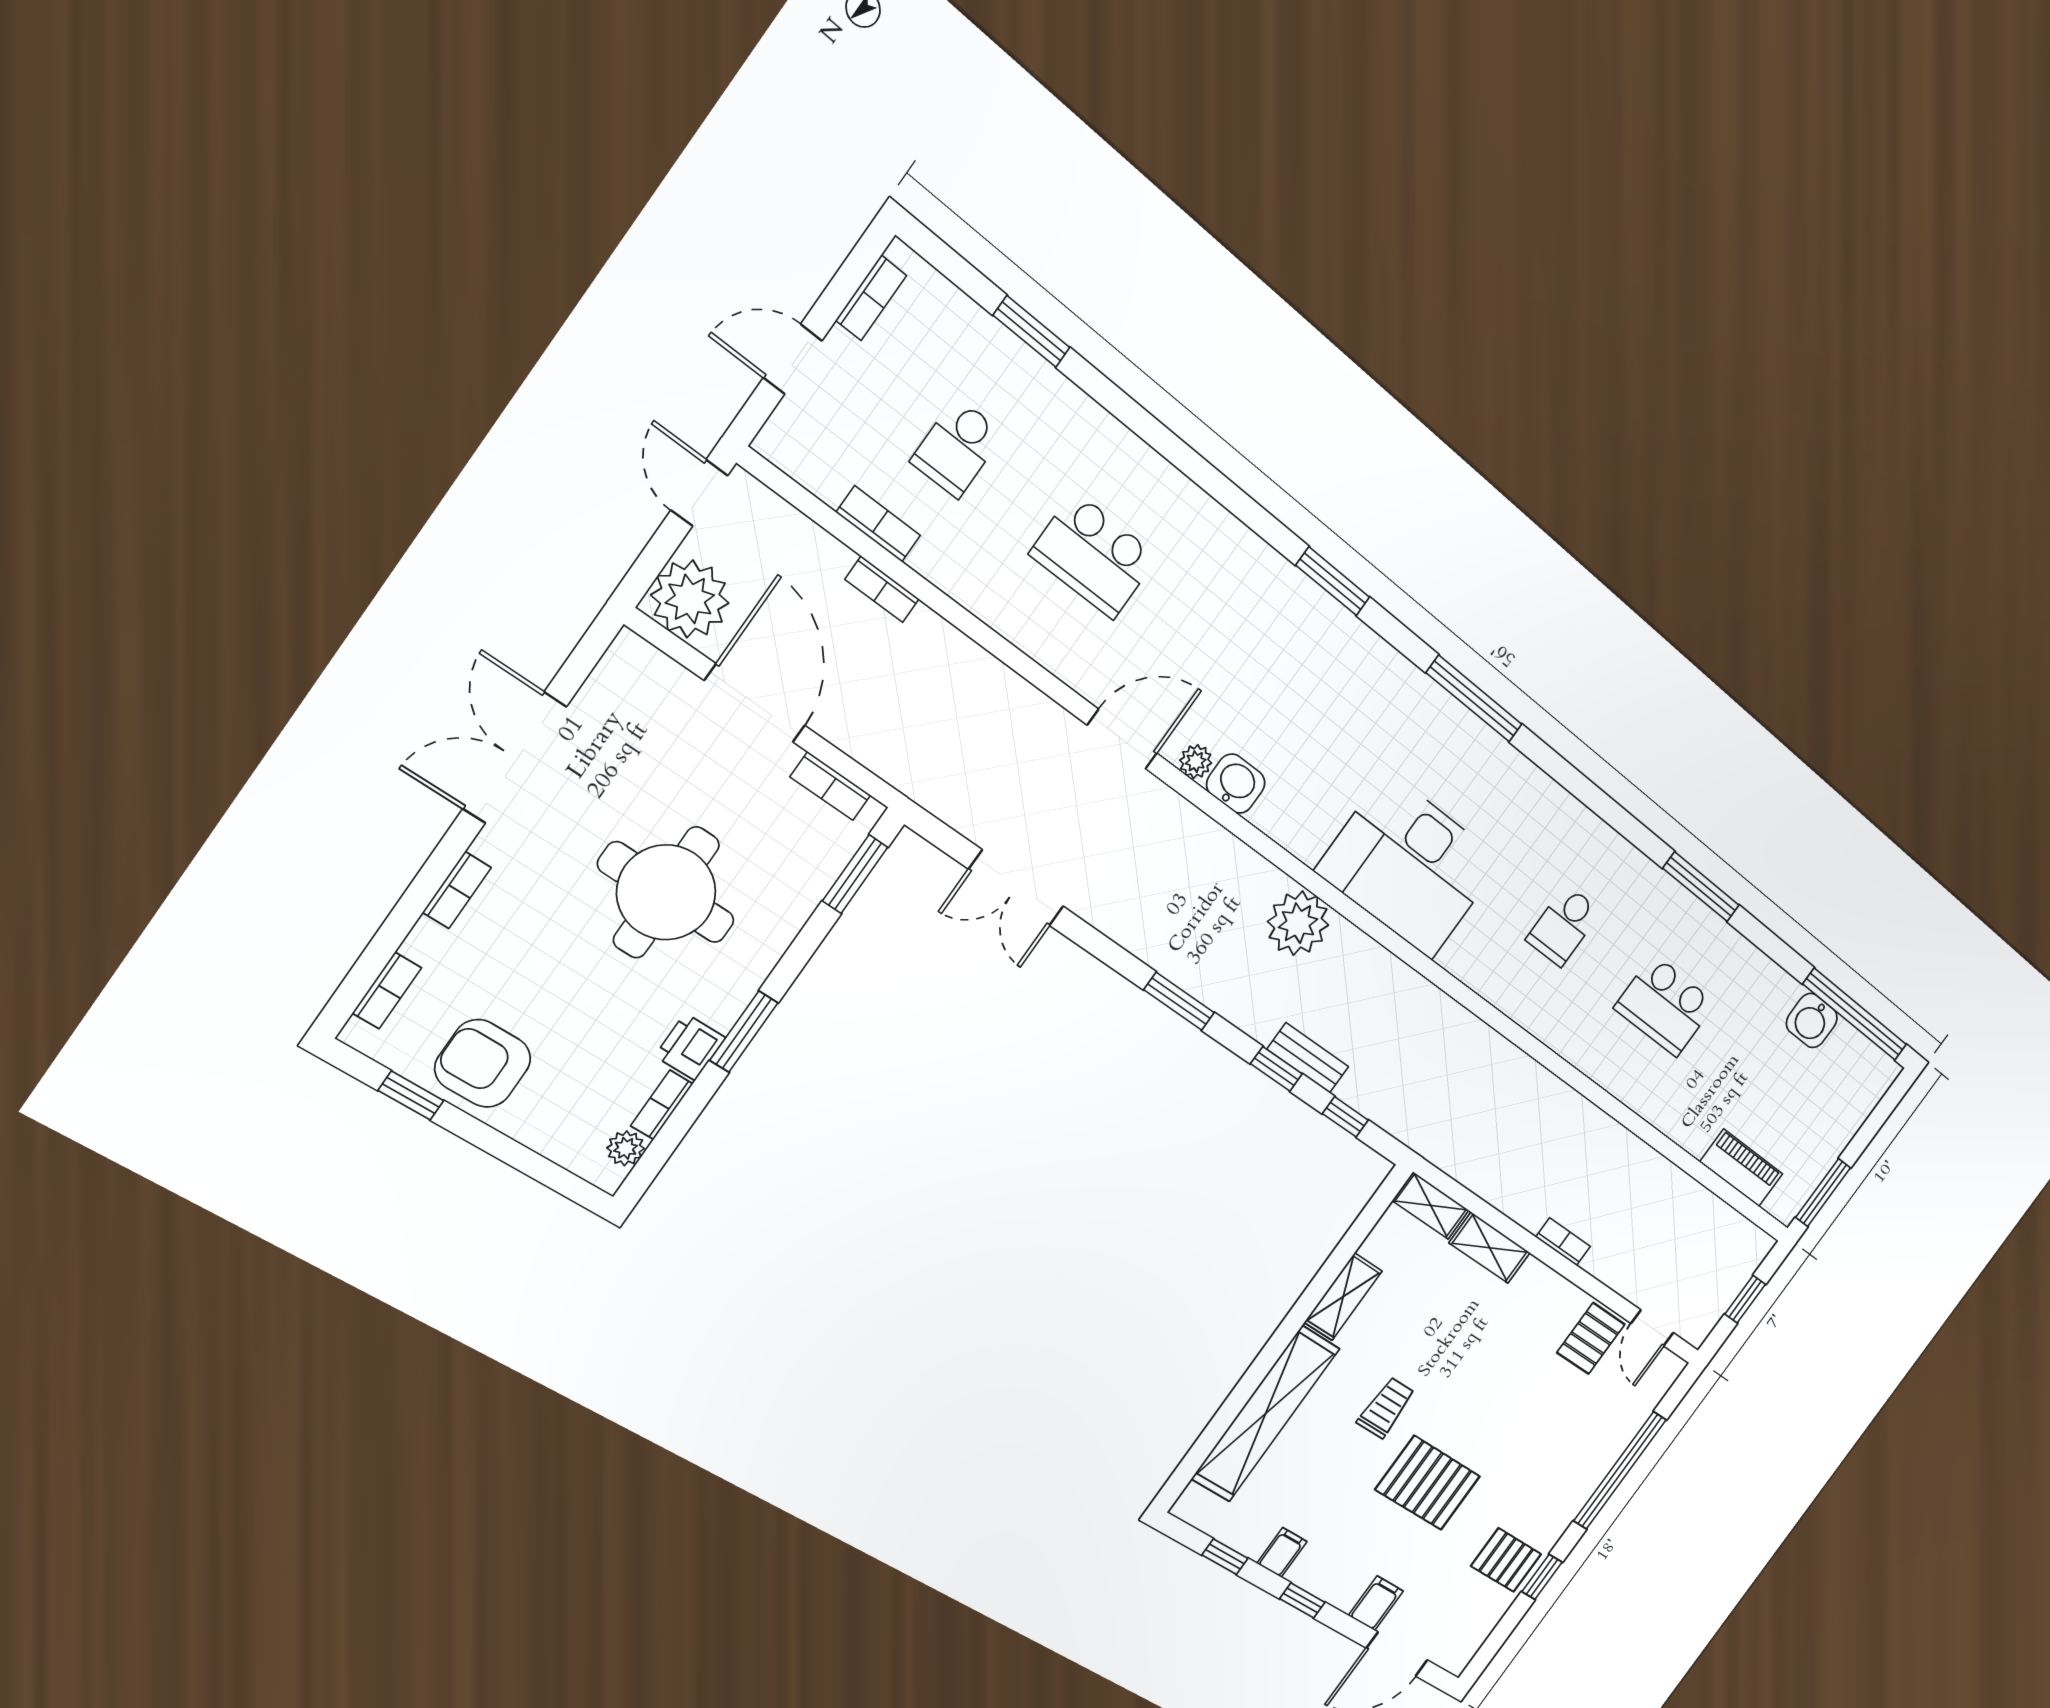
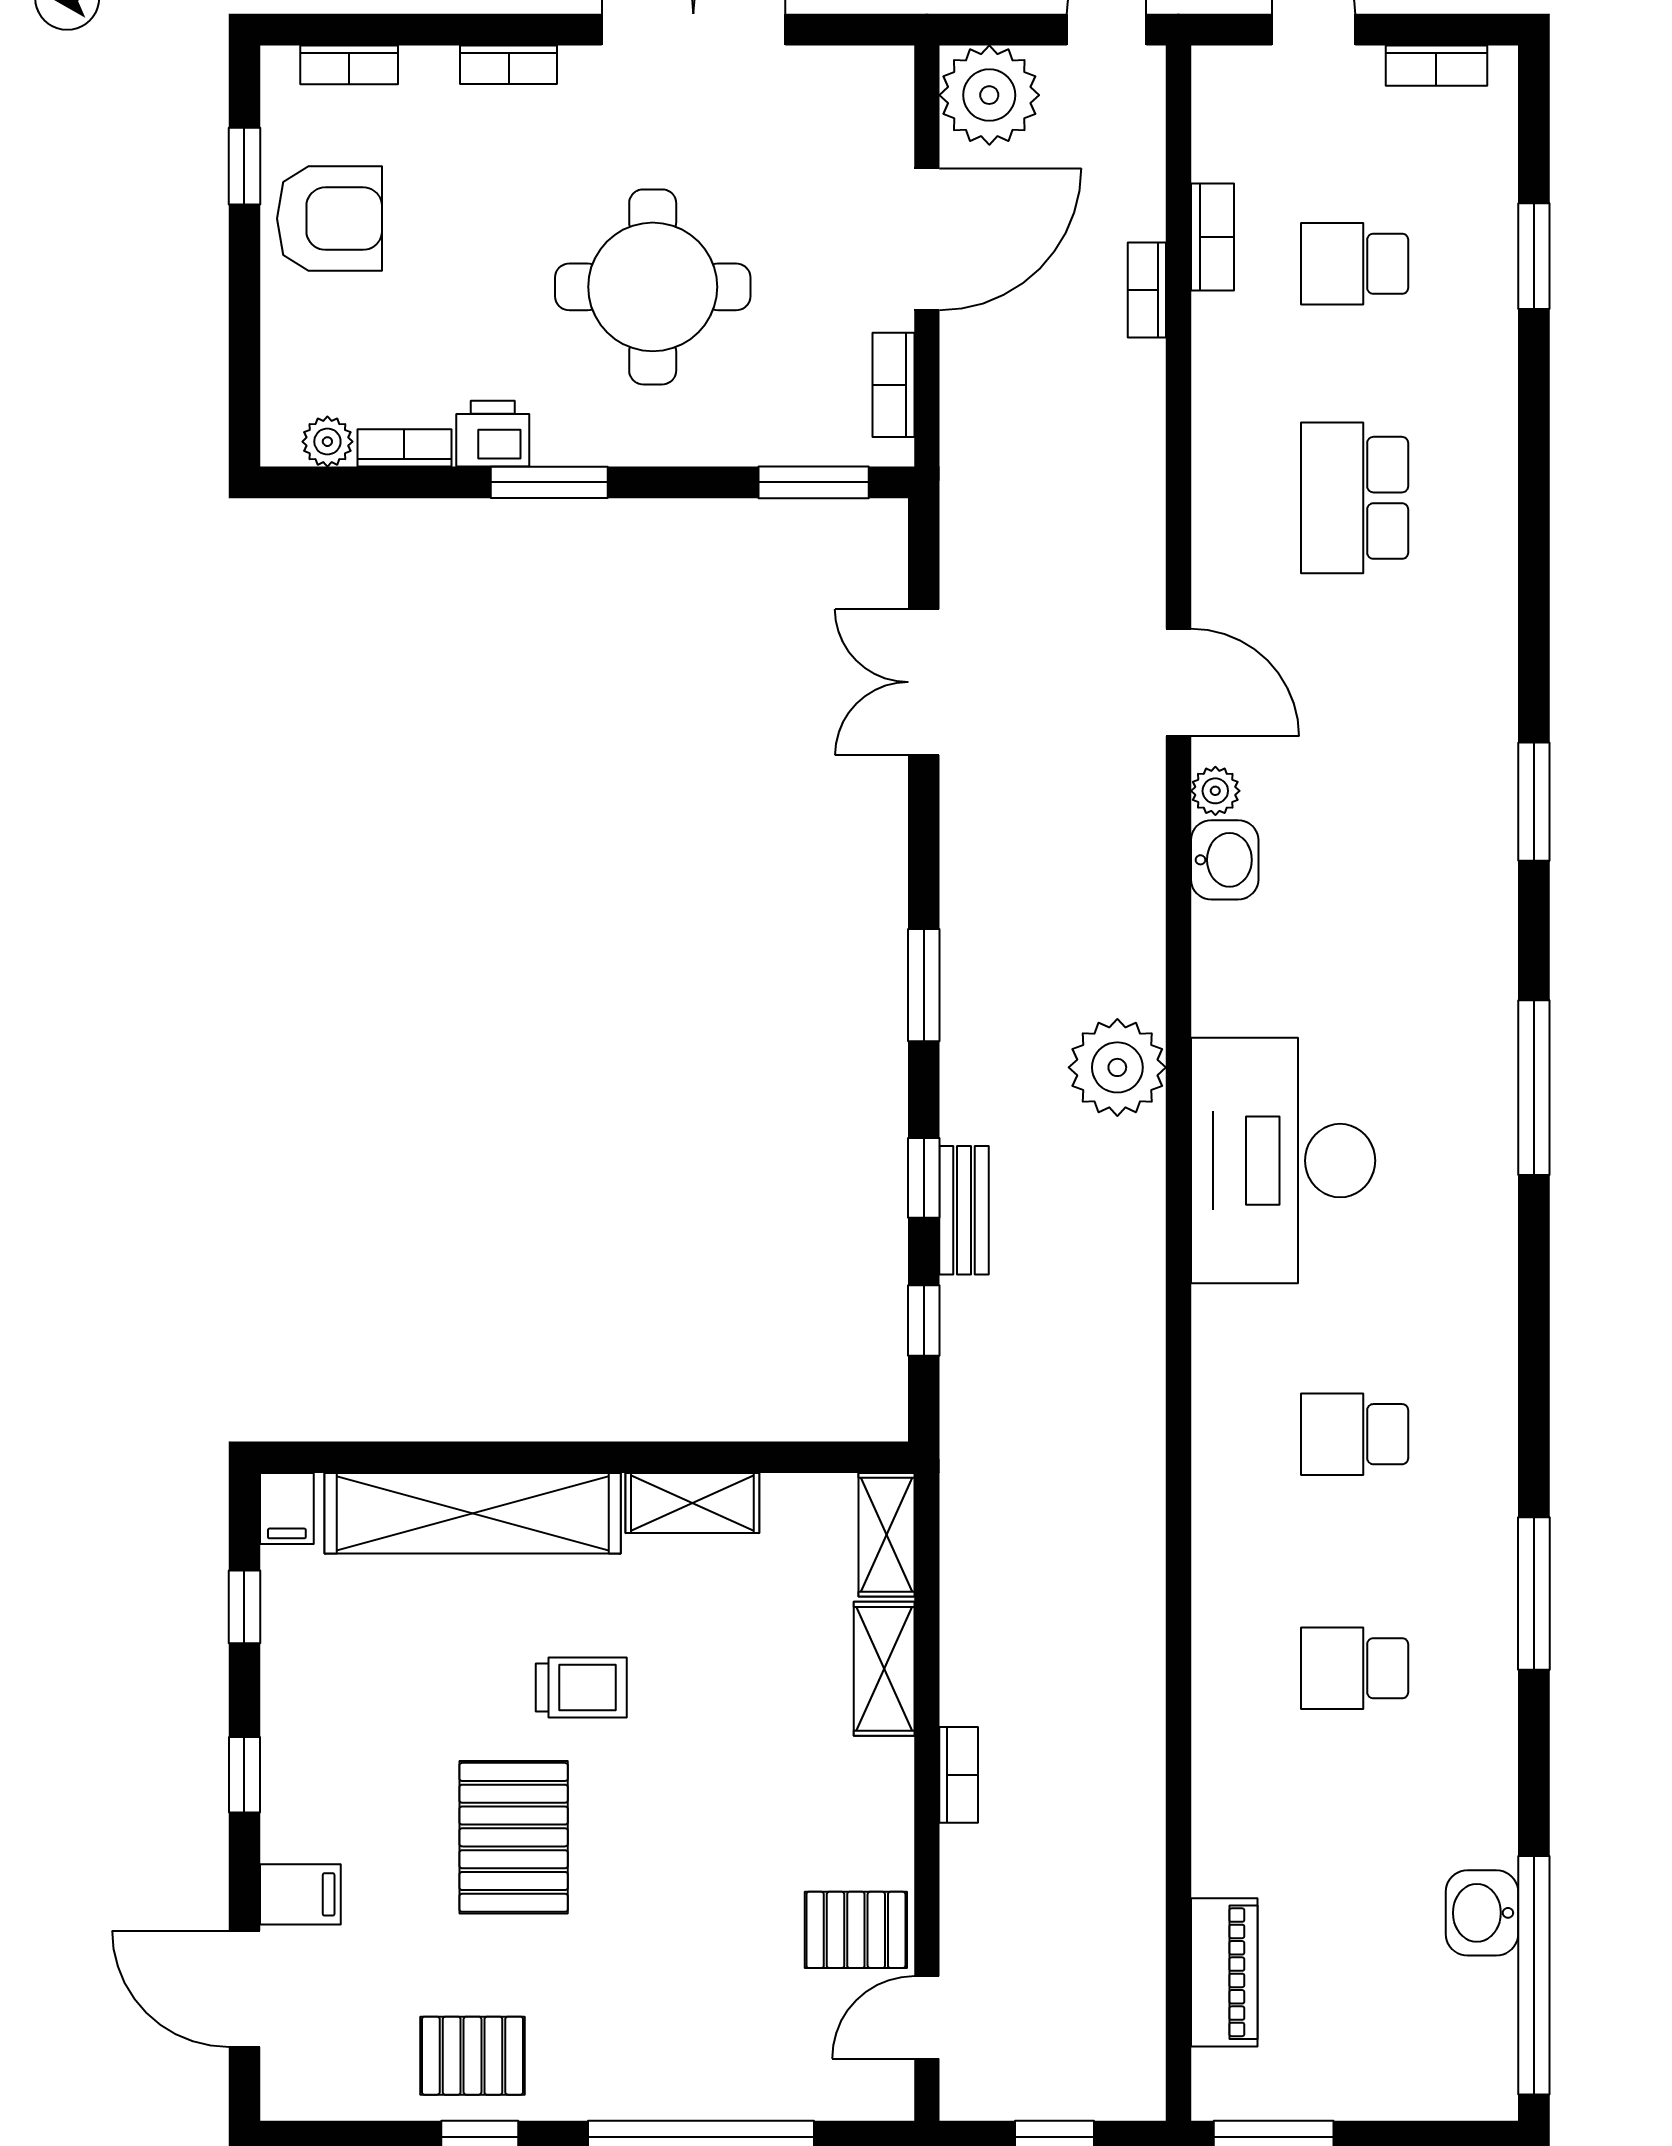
school desk: (1665, 1006) -> (1355, 1668), width x0.54
armchair: (483, 1063) -> (330, 219), turned 90
filing cabinet: (1282, 1552) -> (287, 1509), moved, turned 90
pallet: (1506, 1560) -> (473, 2056), turned 90

